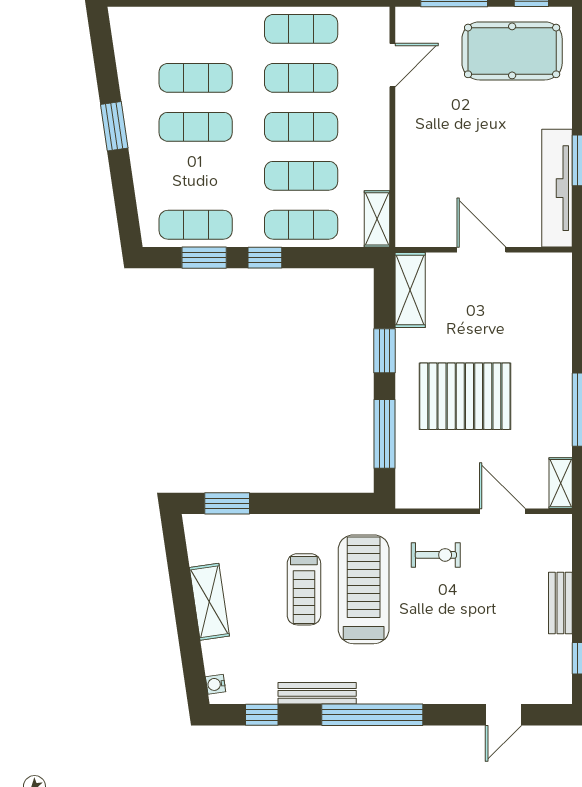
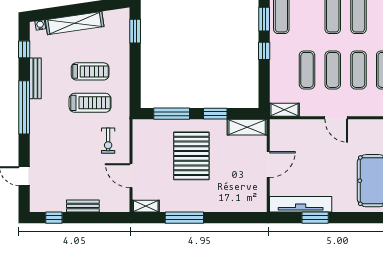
door: (392, 65) -> (336, 118), moved
exercise mat: (301, 225) -> (281, 70), removed
door: (502, 511) -> (131, 176), swing flipped
treadmill: (304, 589) -> (90, 71), turned 180
treadmill: (364, 589) -> (90, 103), width x0.73, depth x0.73
shelving: (209, 602) -> (75, 23), width x1.47

